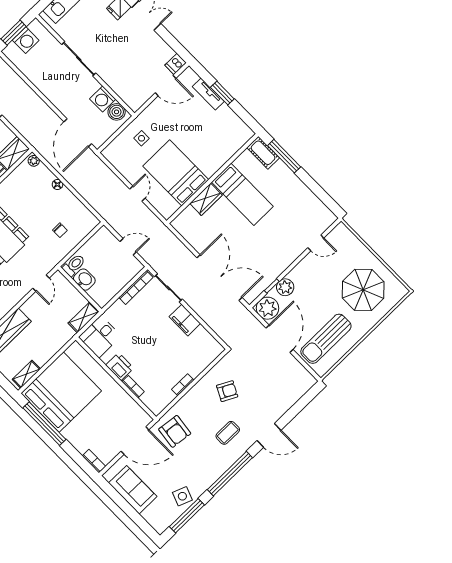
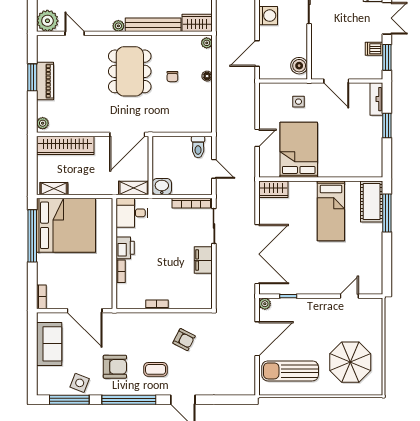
window: (174, 44) -> (387, 57), added
dishwasher: (176, 64) -> (374, 49), moved
door: (166, 86) -> (336, 81), moved
tv unit: (208, 94) -> (376, 99), moved
washing machine: (103, 99) -> (268, 16), moved, turned 180
door: (78, 133) -> (257, 54), width x0.73
cot: (263, 153) -> (372, 201), width x1.37, depth x1.34
wardrobe: (206, 199) -> (273, 189), moved
chair: (60, 230) -> (172, 77), moved
door: (316, 243) -> (349, 296), swing flipped
toilet: (74, 265) -> (198, 147), moved, turned 90
washbasin: (84, 280) -> (162, 187), moved, turned -90
door: (41, 283) -> (127, 134), width x1.88
plant: (285, 287) -> (297, 306), removed
plant: (267, 308) -> (265, 304), width x0.53, depth x0.53
armchair: (175, 431) -> (115, 367), moved, turned -97

